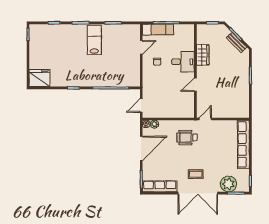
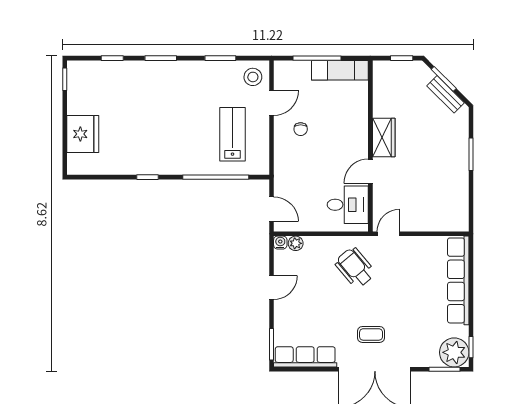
exam couch: (158, 29) -> (340, 70), moved
stool: (131, 33) -> (253, 77), added
lab bench: (94, 40) -> (233, 134), moved
wardrobe: (203, 55) -> (384, 138), moved
desk: (183, 62) -> (348, 205), moved
fridge: (39, 78) -> (83, 134), moved, turned 90
door: (141, 105) -> (272, 209), swing flipped
wheelchair: (187, 138) -> (355, 268), turned 50
door: (141, 148) -> (272, 288), width x0.53
plant: (228, 184) -> (454, 352), moved

